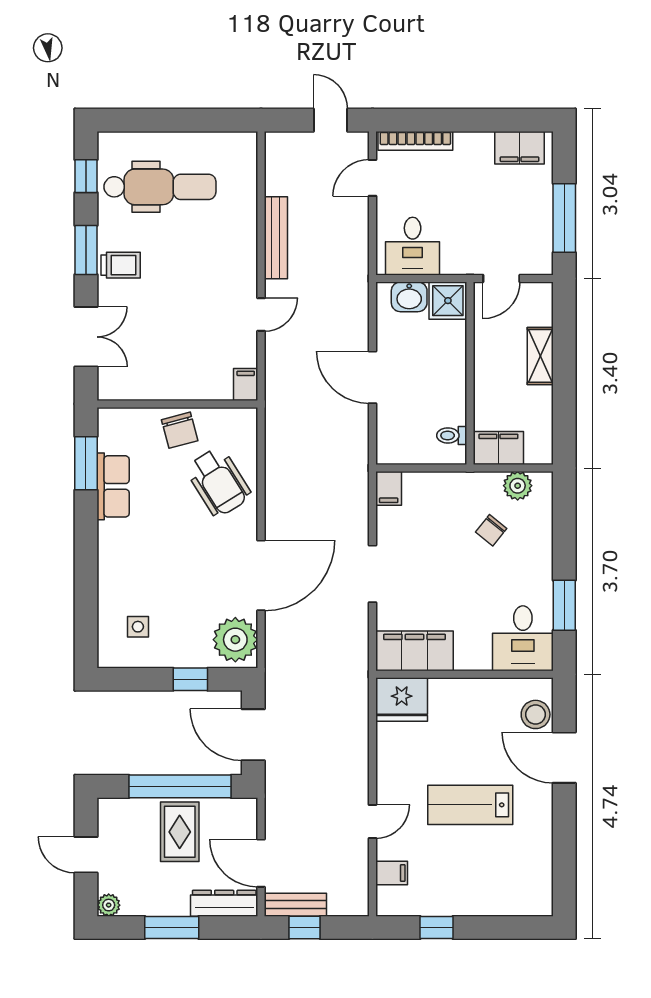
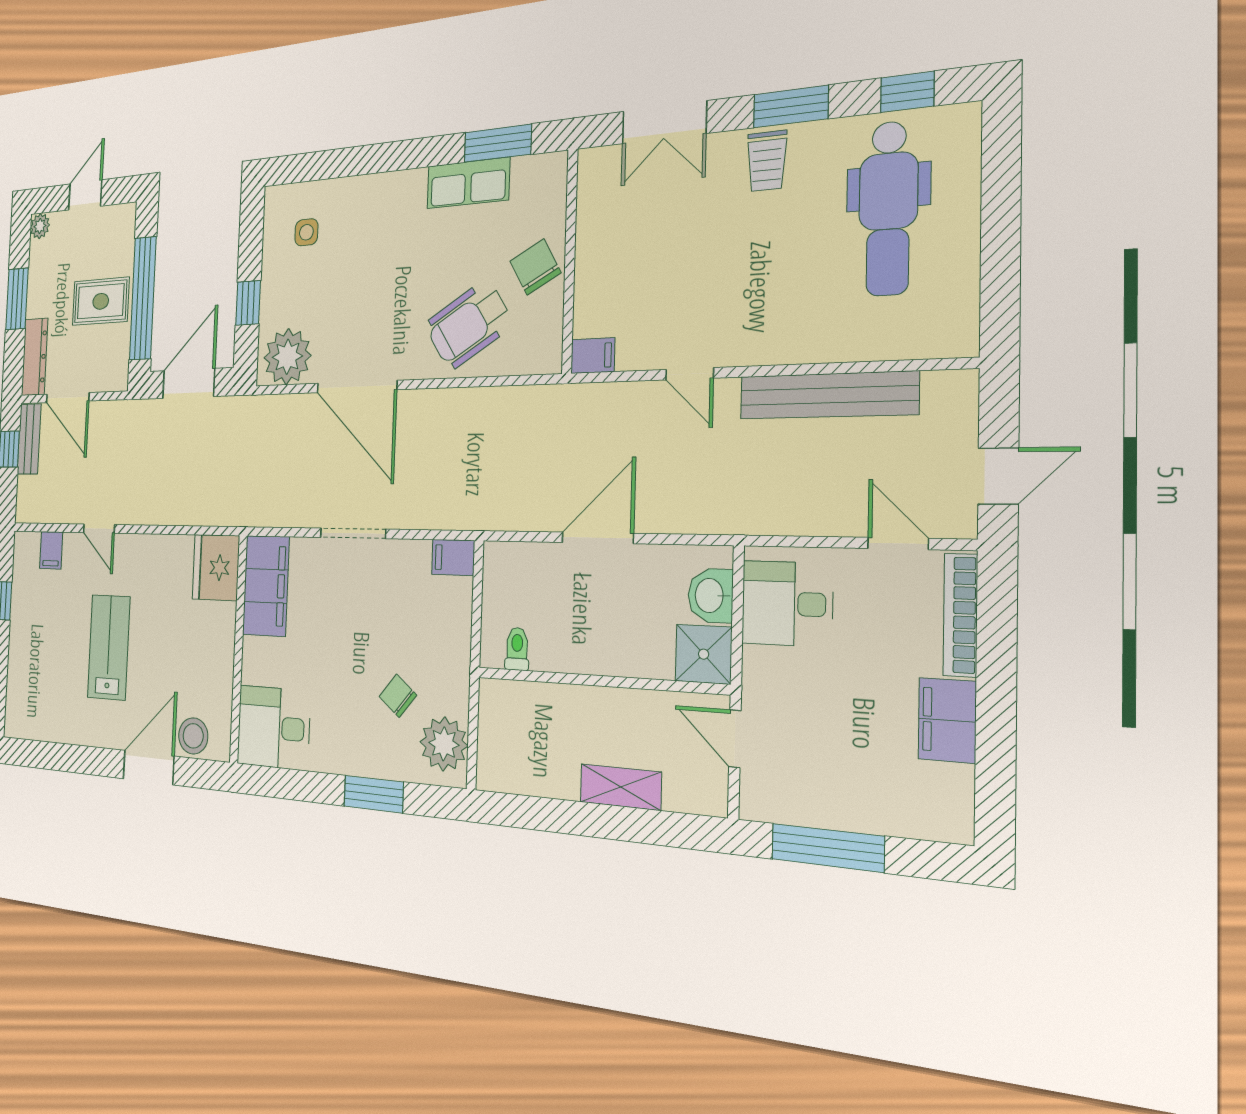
filing cabinet: (520, 148) -> (947, 720), moved
bench: (276, 238) -> (828, 395), width x1.37, depth x1.21
chair: (180, 430) -> (535, 267), turned 76
filing cabinet: (498, 448) -> (499, 714), removed
plant: (518, 486) -> (444, 744), width x1.36, depth x1.36
window: (564, 605) -> (374, 794), moved
door: (261, 863) -> (68, 398), swing flipped

